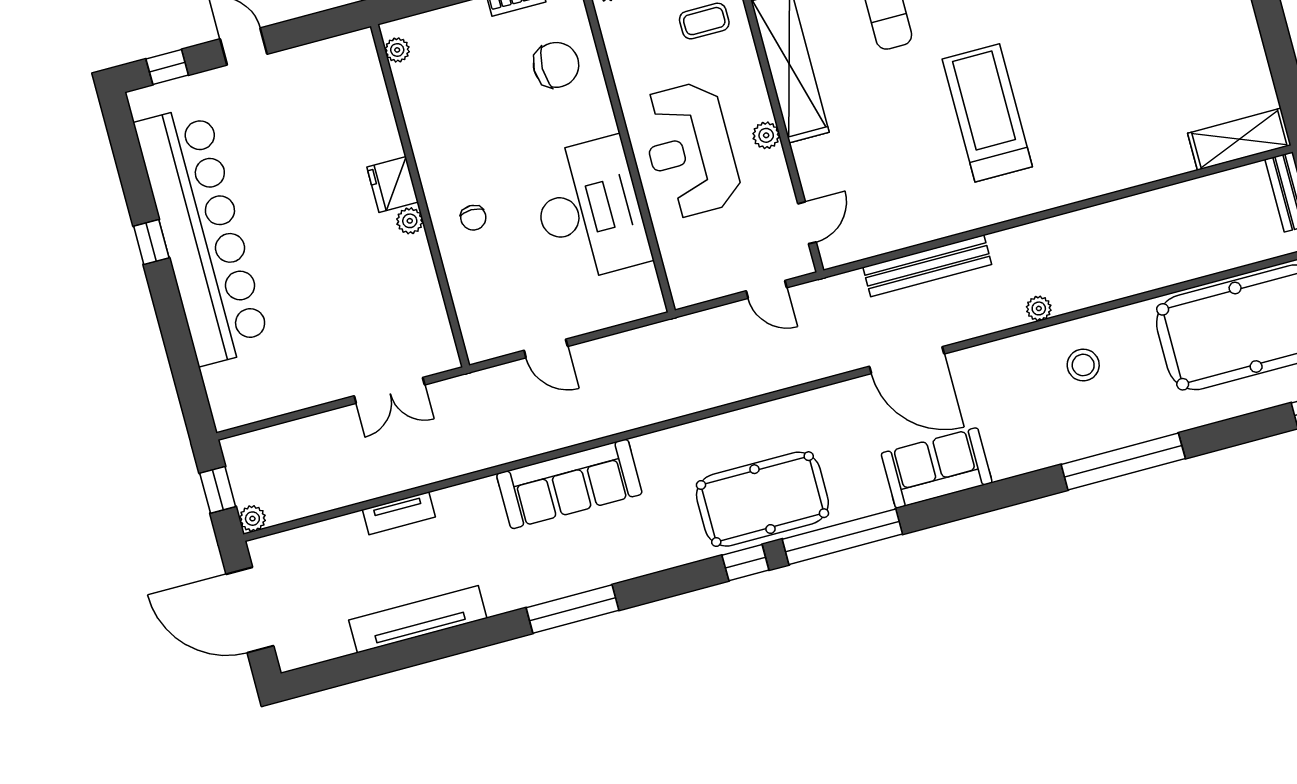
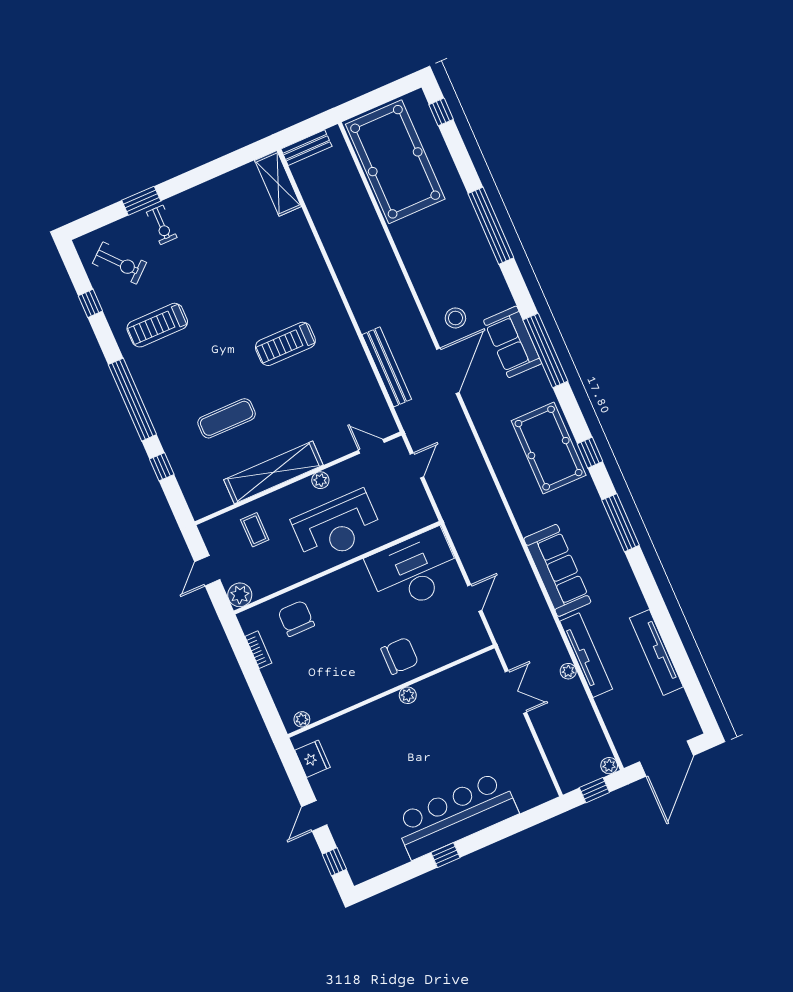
treadmill: (987, 113) -> (285, 344), width x0.73, depth x0.73
fridge: (393, 185) -> (312, 759), moved, turned -90
desk: (590, 209) -> (414, 570), moved
chair: (473, 218) -> (400, 656), width x1.87, depth x1.87
bar counter: (202, 235) -> (456, 815), width x0.73
plant: (1039, 308) -> (568, 671), moved
stool: (1083, 365) -> (455, 318), moved
tv unit: (399, 513) -> (586, 655), width x1.92, depth x1.29
window: (842, 537) -> (545, 351), moved
window: (572, 609) -> (621, 523), moved

